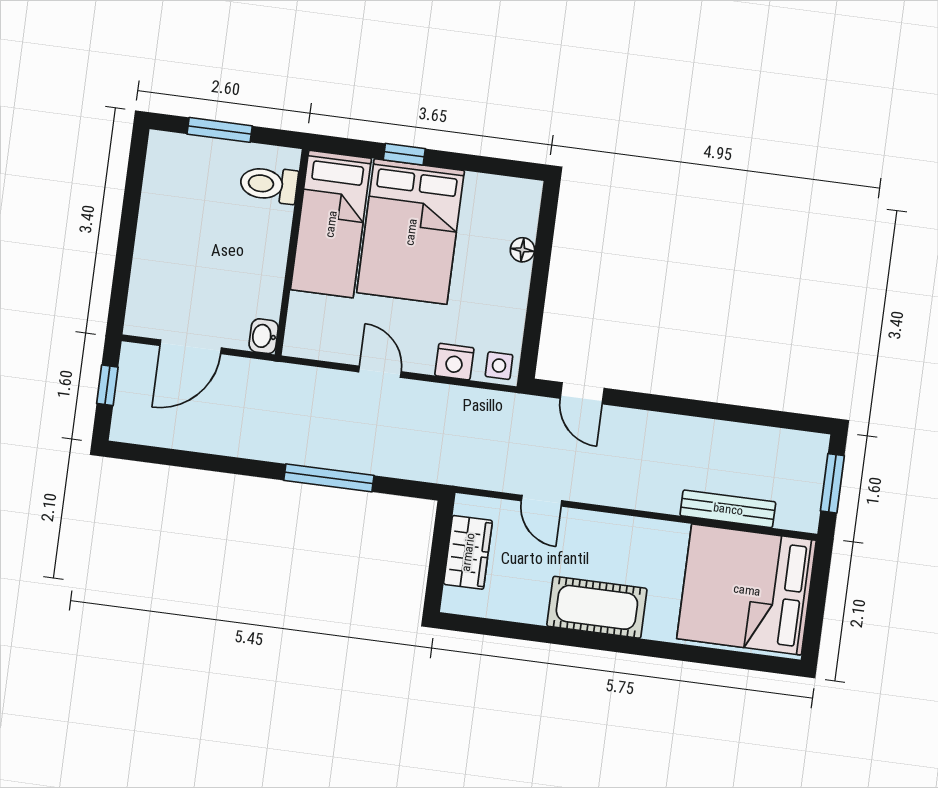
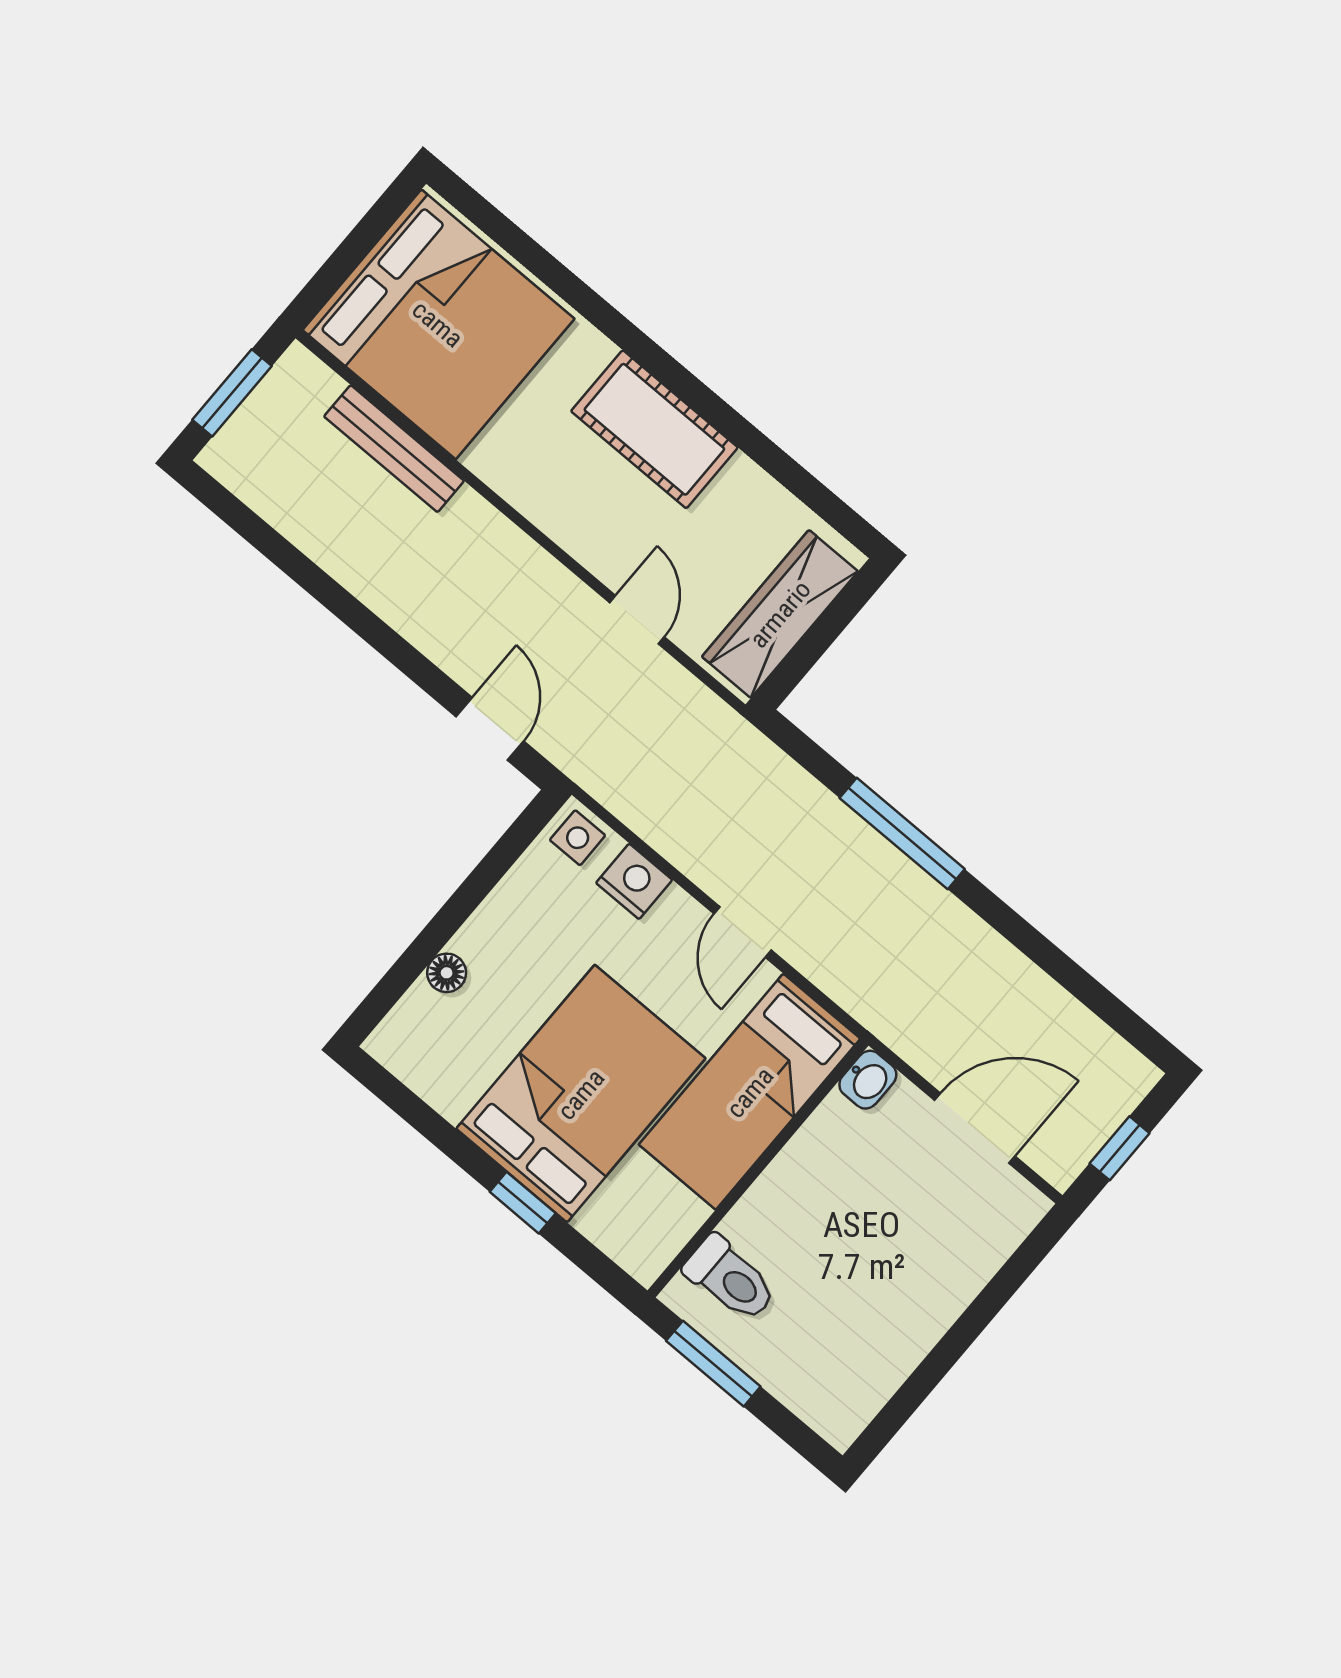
window: (220, 130) -> (713, 1364), moved
bed: (331, 224) -> (750, 1092), moved, turned 180
wardrobe: (468, 552) -> (780, 614), width x1.50

